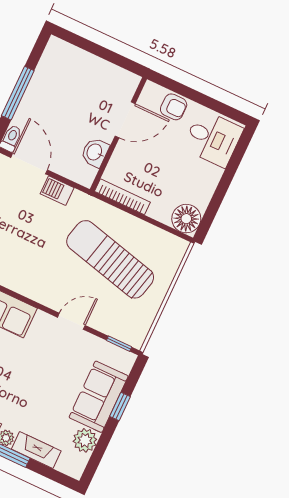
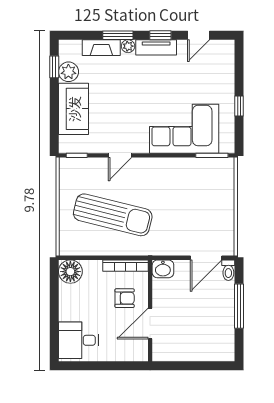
armchair: (174, 107) -> (125, 298), moved, turned 180
washbasin: (95, 152) -> (163, 269), moved, turned 90
door: (29, 164) -> (206, 258), hinge flipped
barbecue: (57, 191) -> (176, 247), removed
window: (120, 406) -> (54, 67), moved

